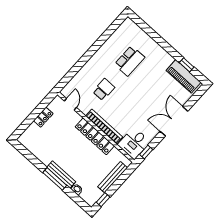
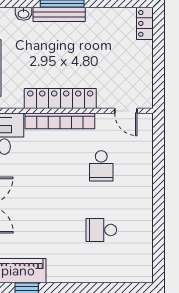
school desk: (130, 61) -> (101, 230), width x0.54
locker: (43, 117) -> (145, 23), moved

